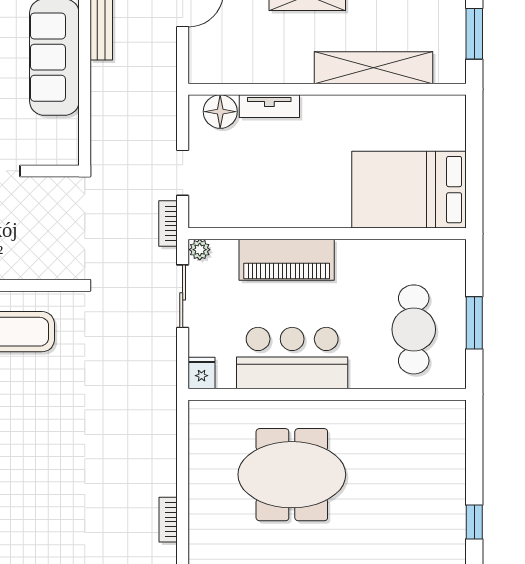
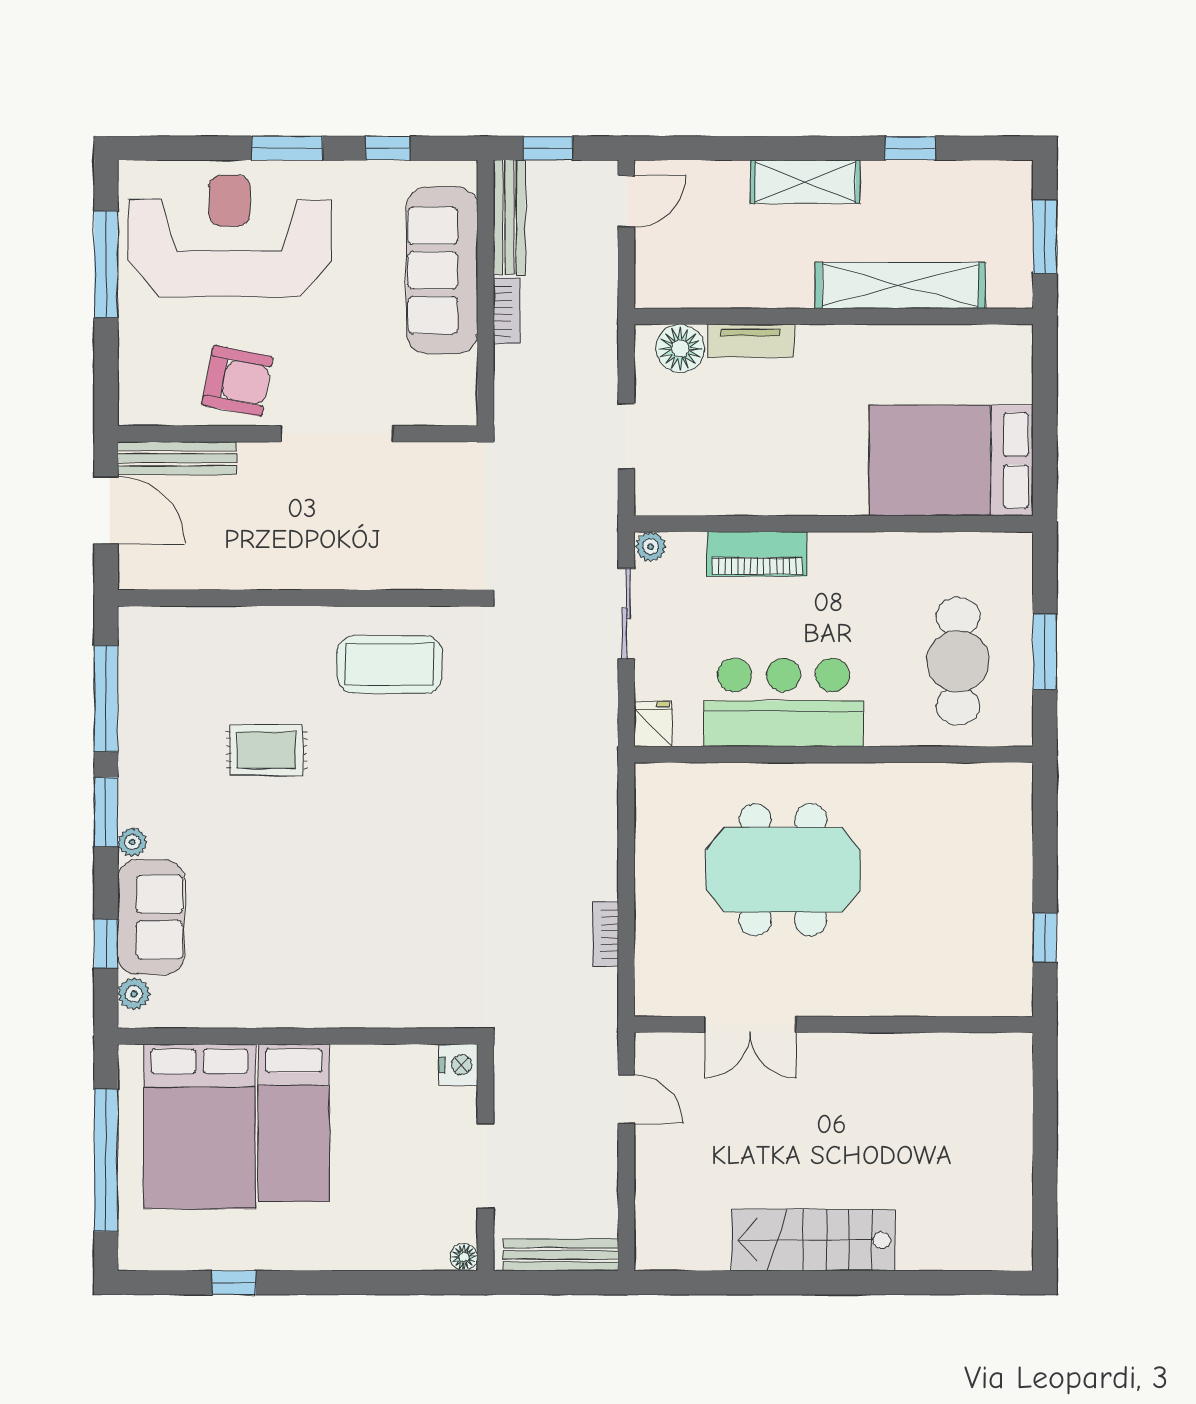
bookcase: (168, 223) -> (506, 311), moved, turned 180
piano: (287, 260) -> (757, 554), width x0.73, depth x0.75

